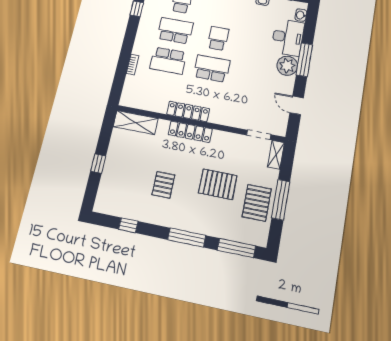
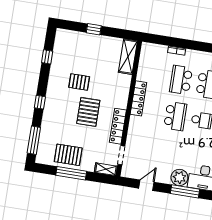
locker: (190, 132) -> (118, 126), moved
pallet: (218, 184) -> (88, 112), moved
window: (187, 238) -> (40, 102), width x0.46

